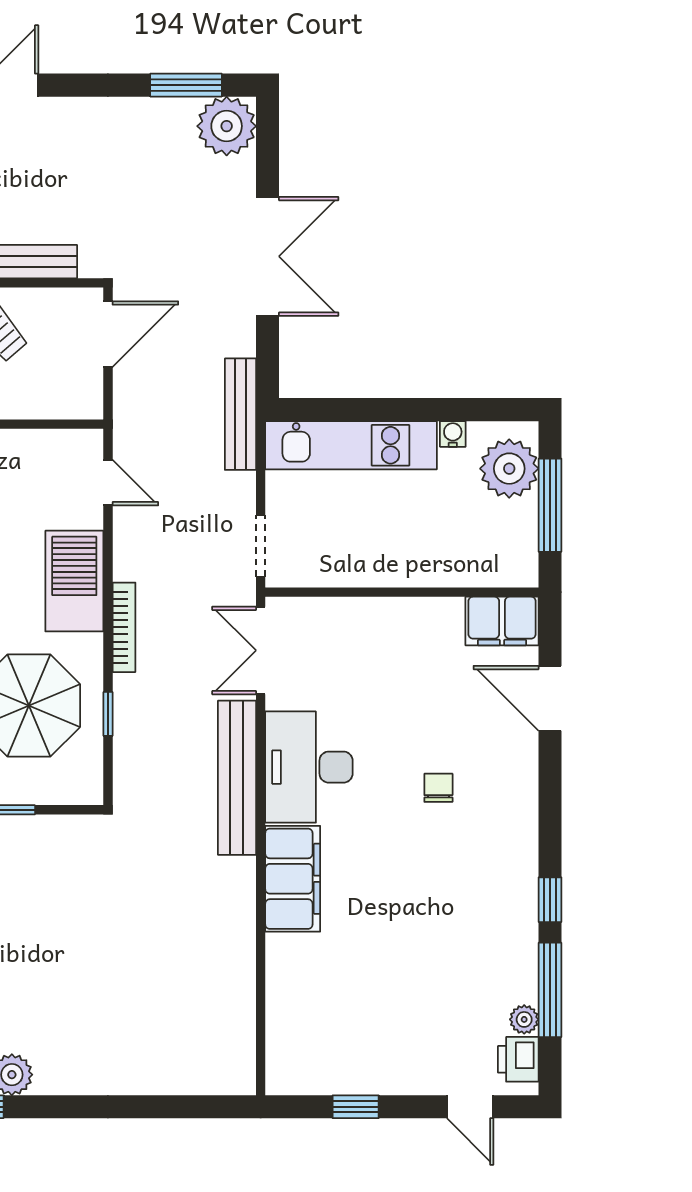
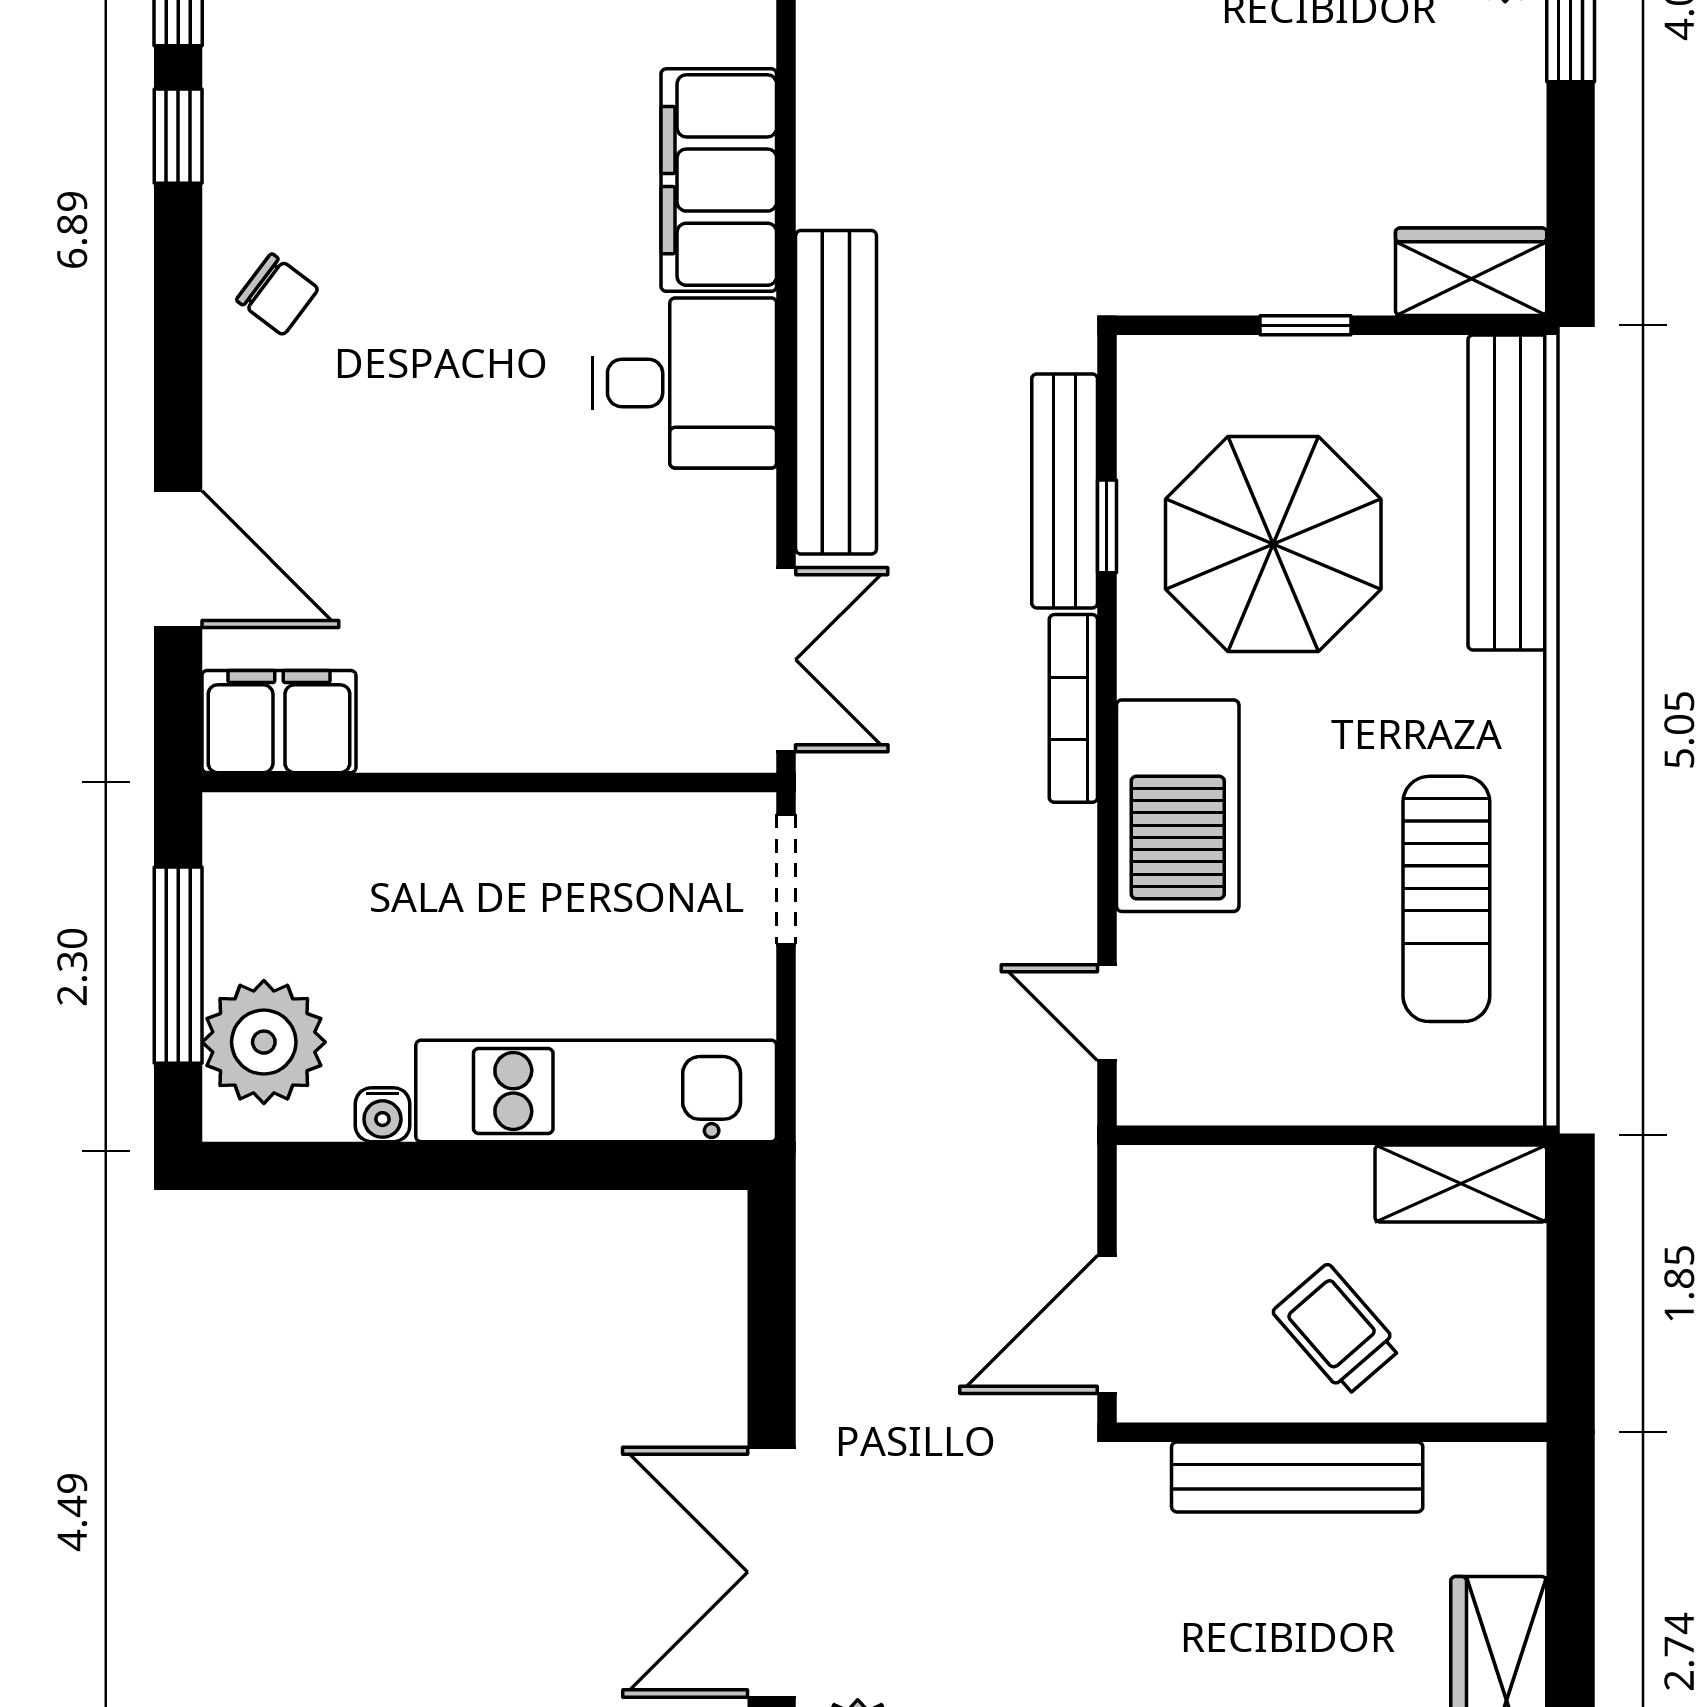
double door: (268, 256) -> (772, 1572), moved
bench: (240, 414) -> (1065, 491), moved
desk: (309, 767) -> (685, 383), width x0.73
chair: (438, 788) -> (277, 294), moved, turned -53

